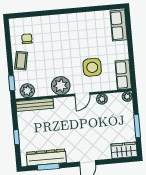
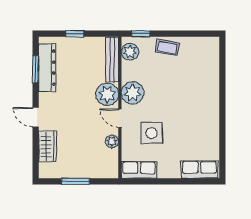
chair: (27, 39) -> (193, 57), removed
plant: (127, 96) -> (107, 94), moved, width x1.88, depth x1.88
wardrobe: (124, 150) -> (48, 146), moved

